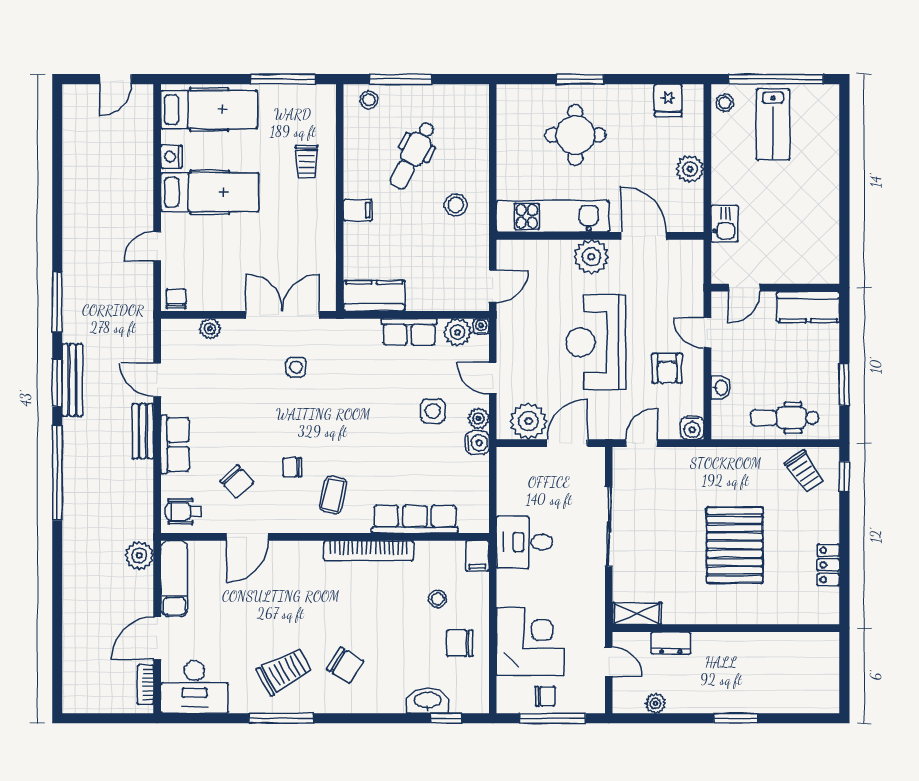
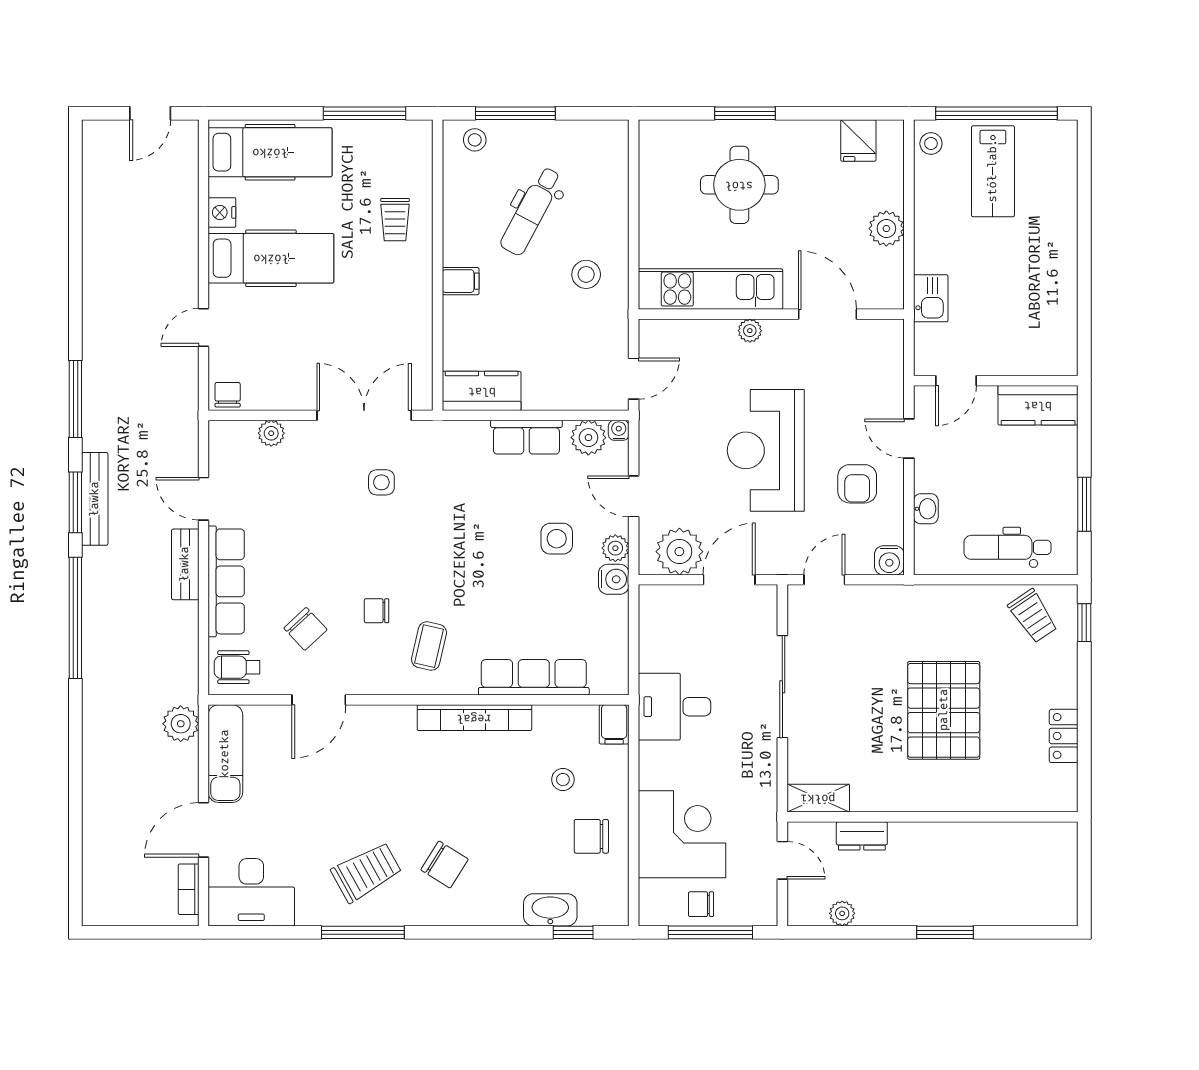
plant: (591, 257) -> (750, 331), width x0.53, depth x0.53
row of seats: (175, 444) -> (226, 581), width x1.48
chair: (545, 696) -> (701, 904), turned 180

